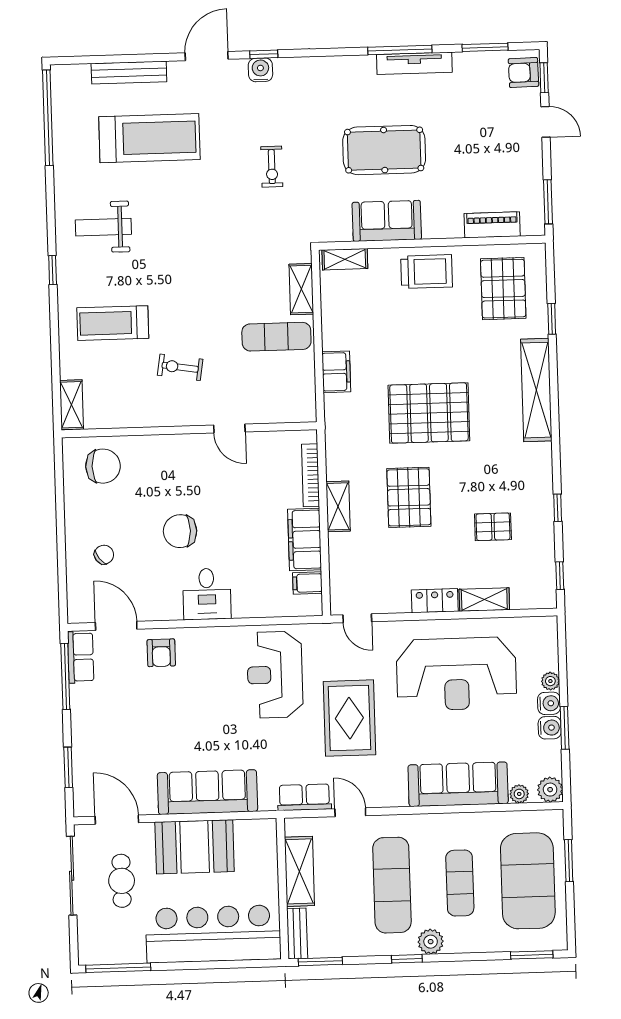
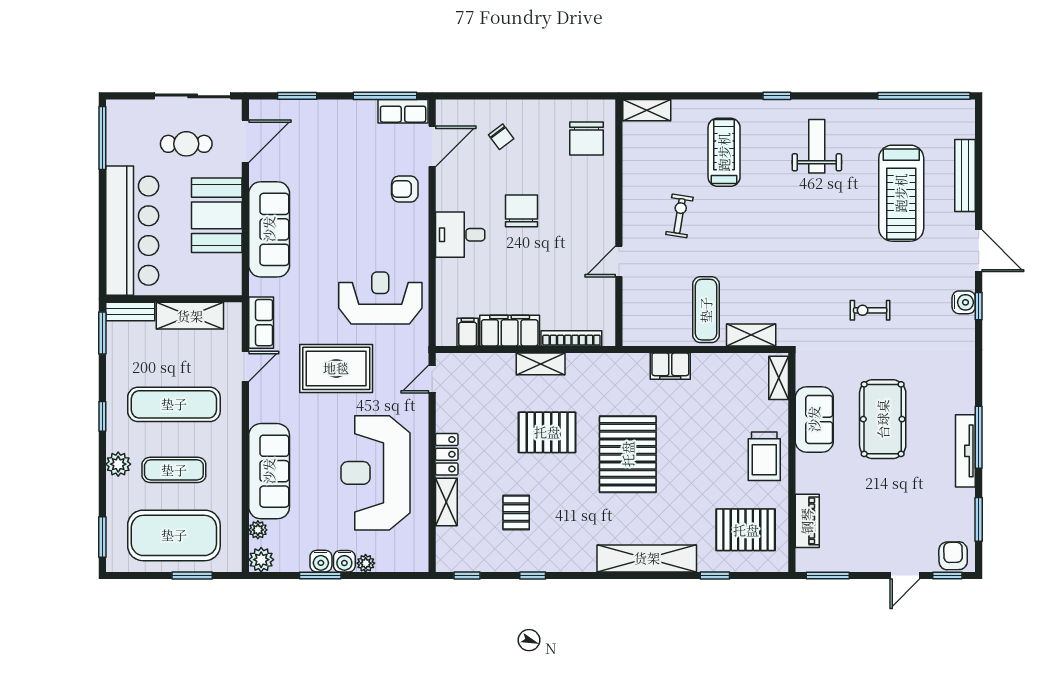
plant: (431, 942) -> (118, 464), moved

